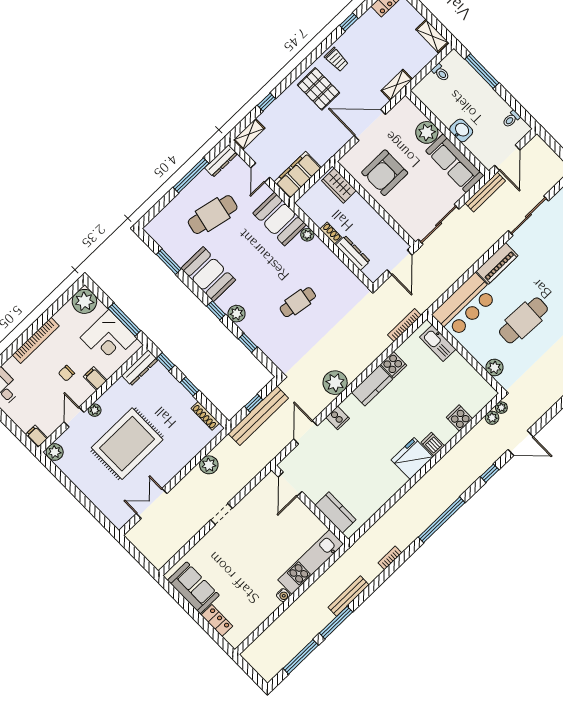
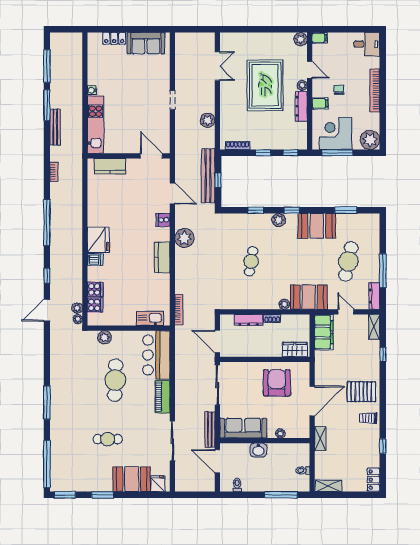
plant: (427, 132) -> (280, 433), width x0.53, depth x0.53
cooker: (394, 365) -> (95, 305), moved, turned 180
dresser: (140, 368) -> (301, 106), moved

